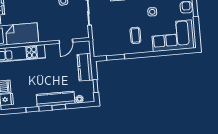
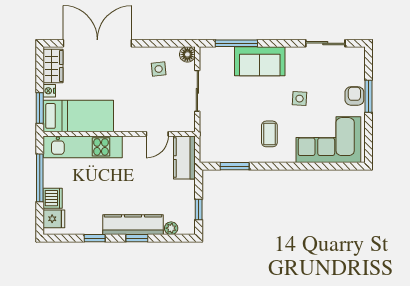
kitchen counter: (85, 67) -> (184, 158), moved

